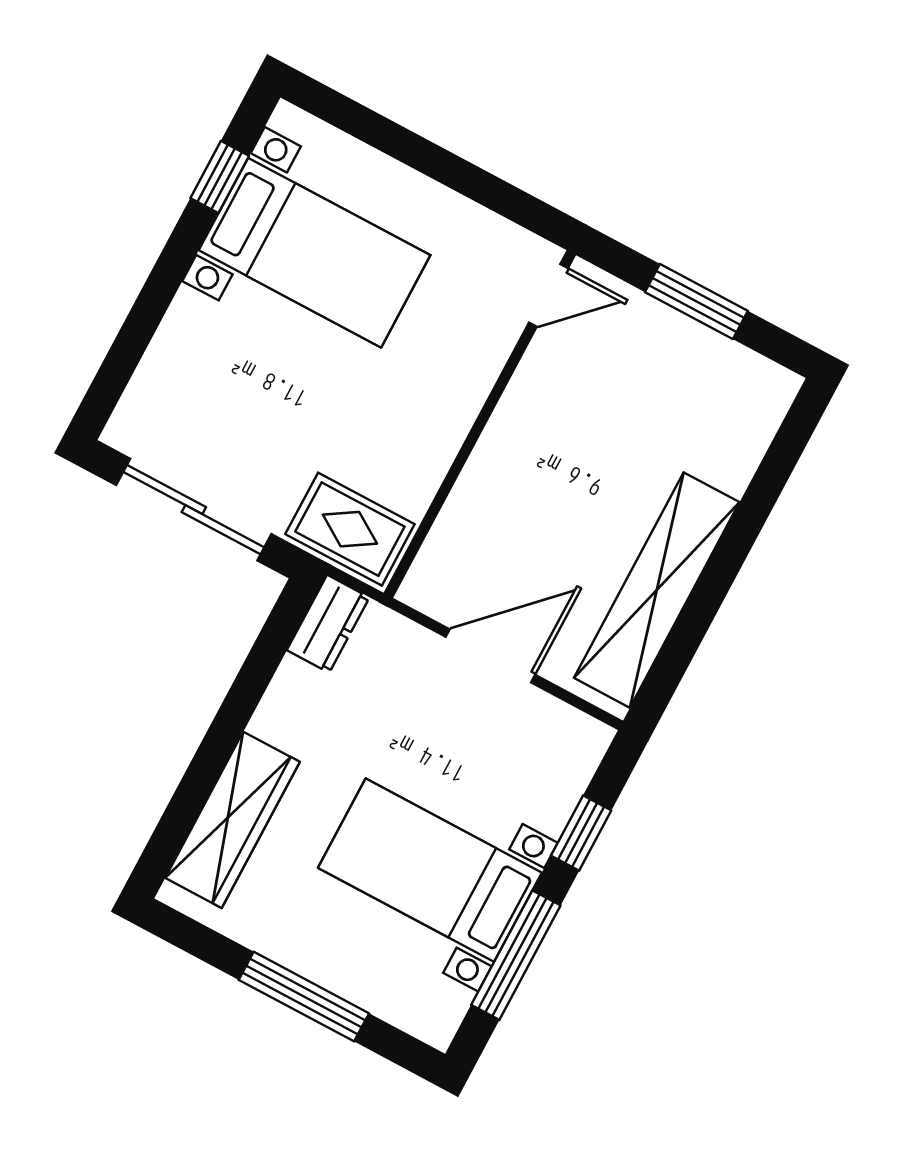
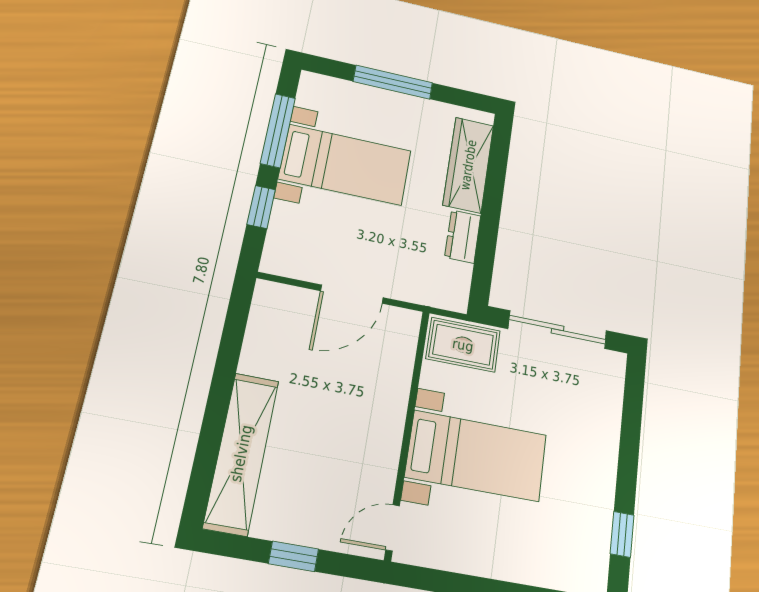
bed with nightstands: (315, 253) -> (476, 456), moved, turned 180
window: (696, 301) -> (294, 556), width x0.67
shelving: (657, 590) -> (241, 453), moved
dresser: (328, 624) -> (463, 237), moved

